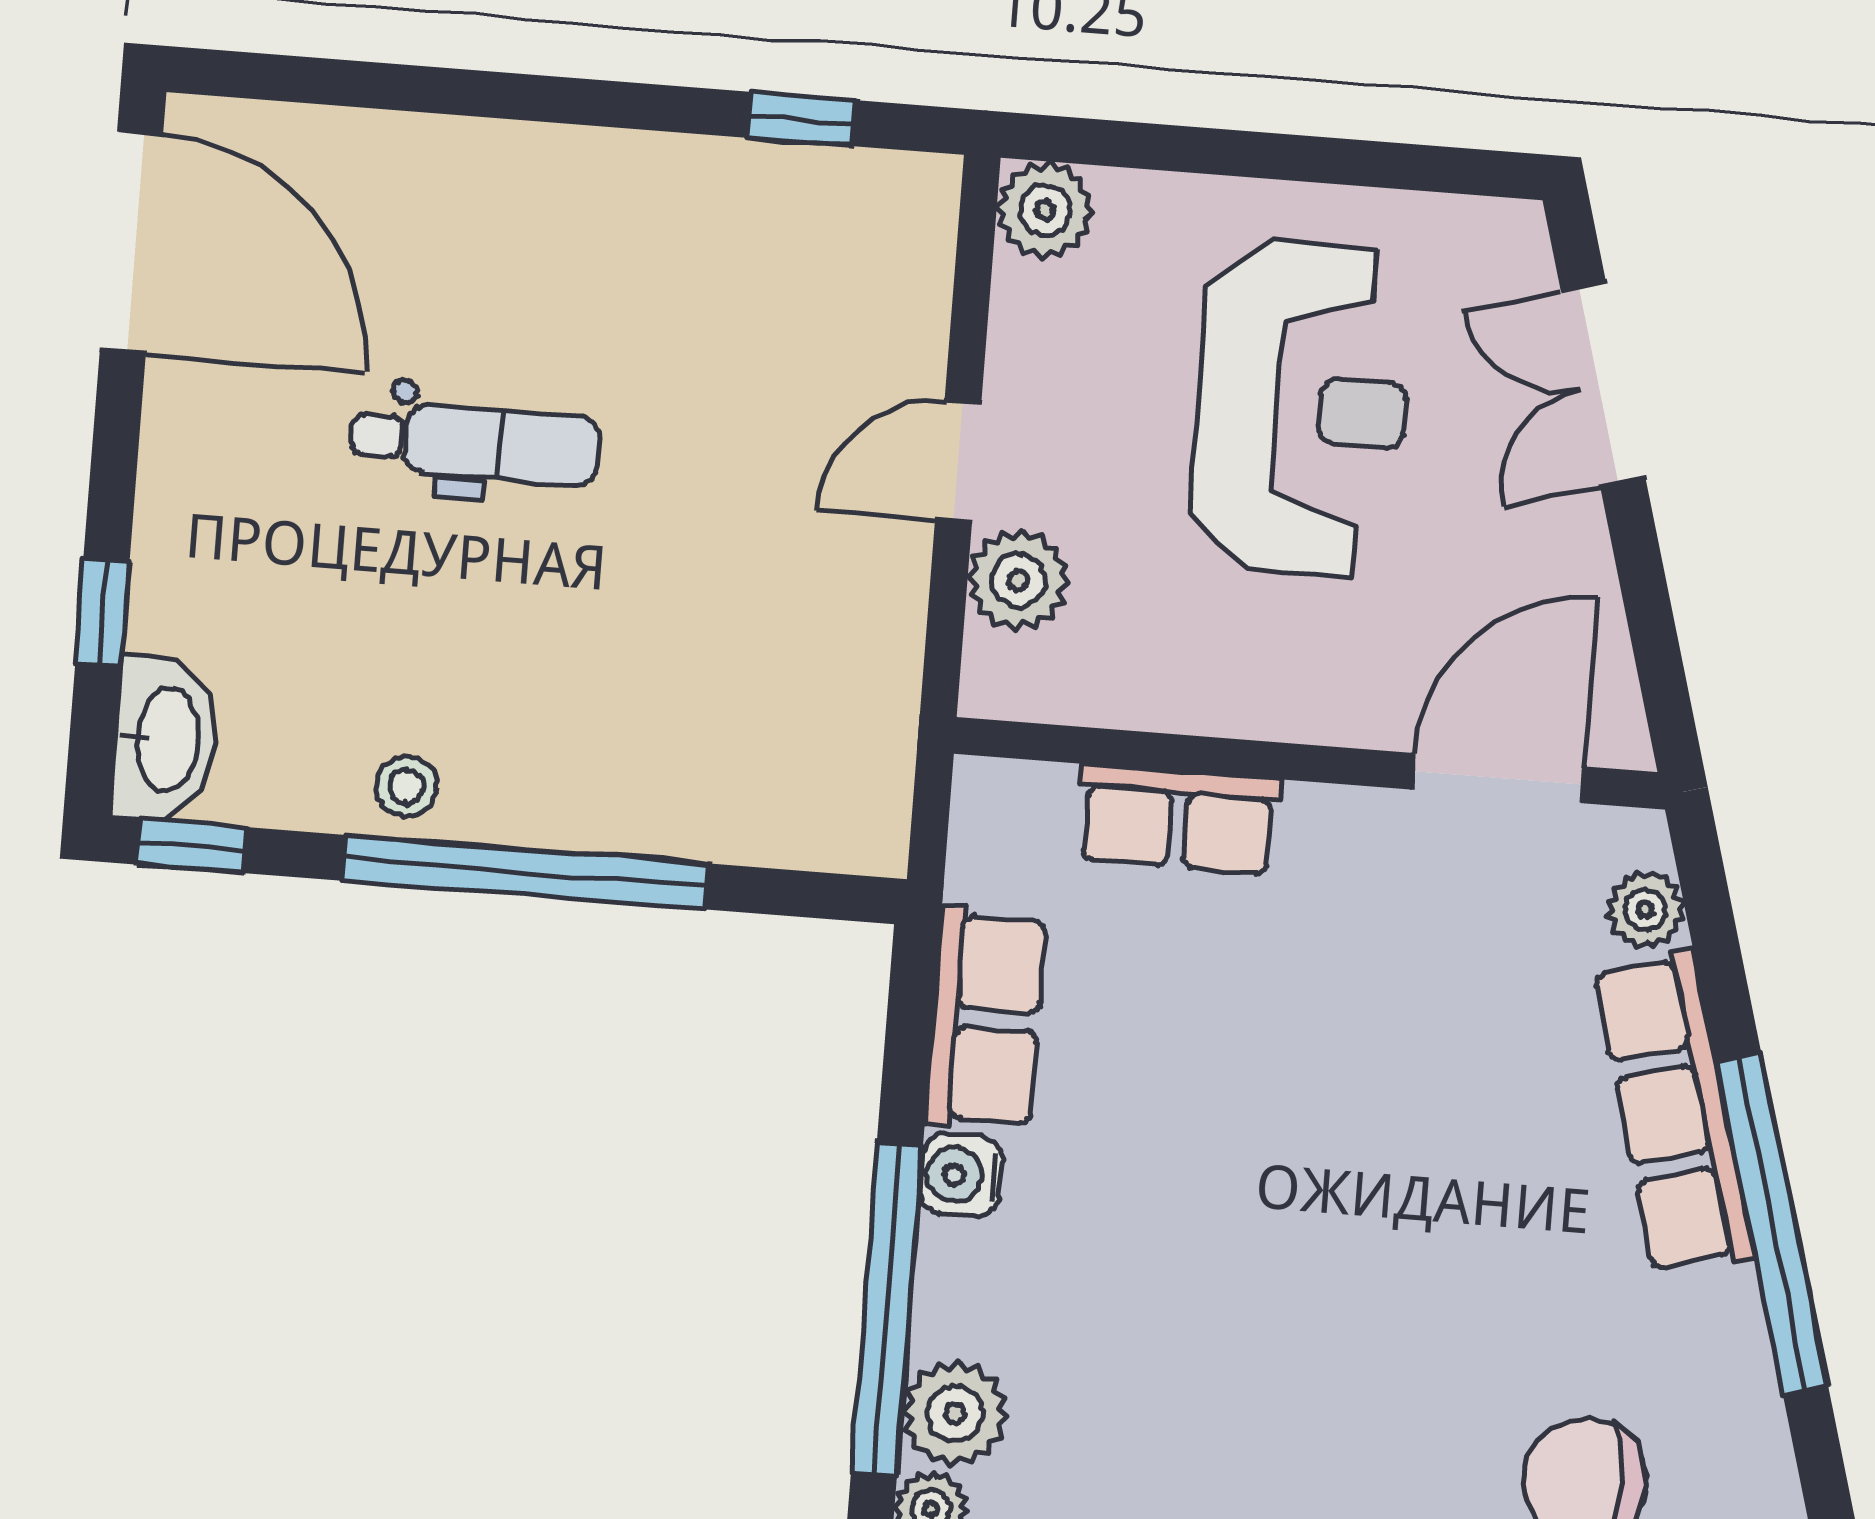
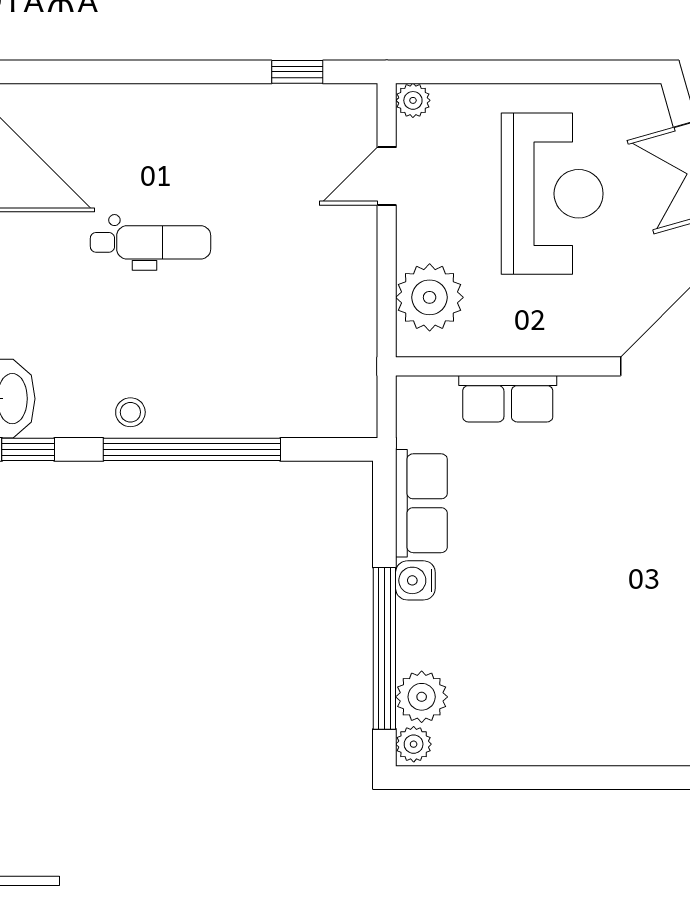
plant: (1045, 210) -> (413, 100), width x0.73, depth x0.73
door: (958, 462) -> (387, 176), moved
plant: (1018, 580) -> (430, 297), width x1.36, depth x1.36

